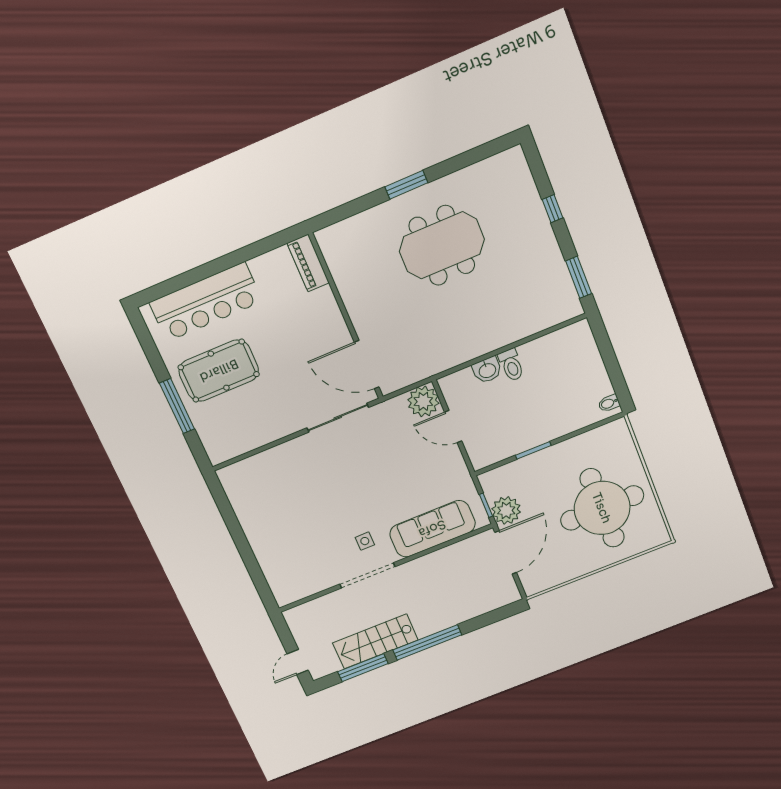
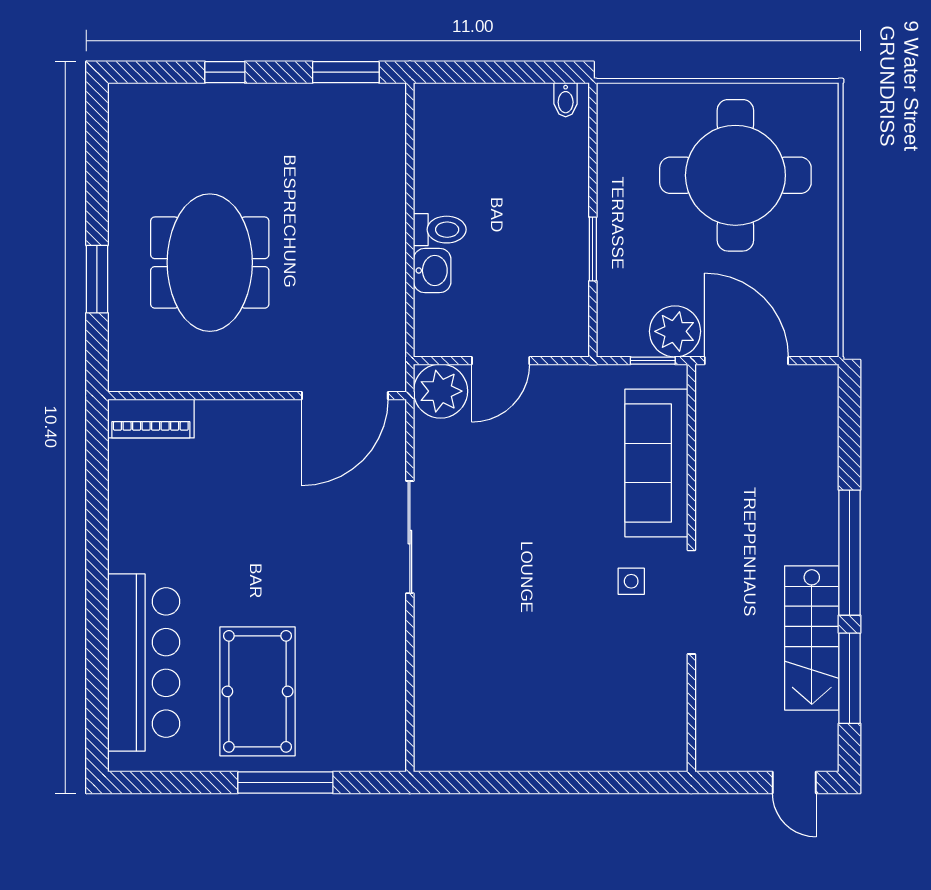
piano: (308, 263) -> (151, 419), moved
wall: (346, 317) -> (257, 396), moved
door: (367, 365) -> (345, 396), moved

